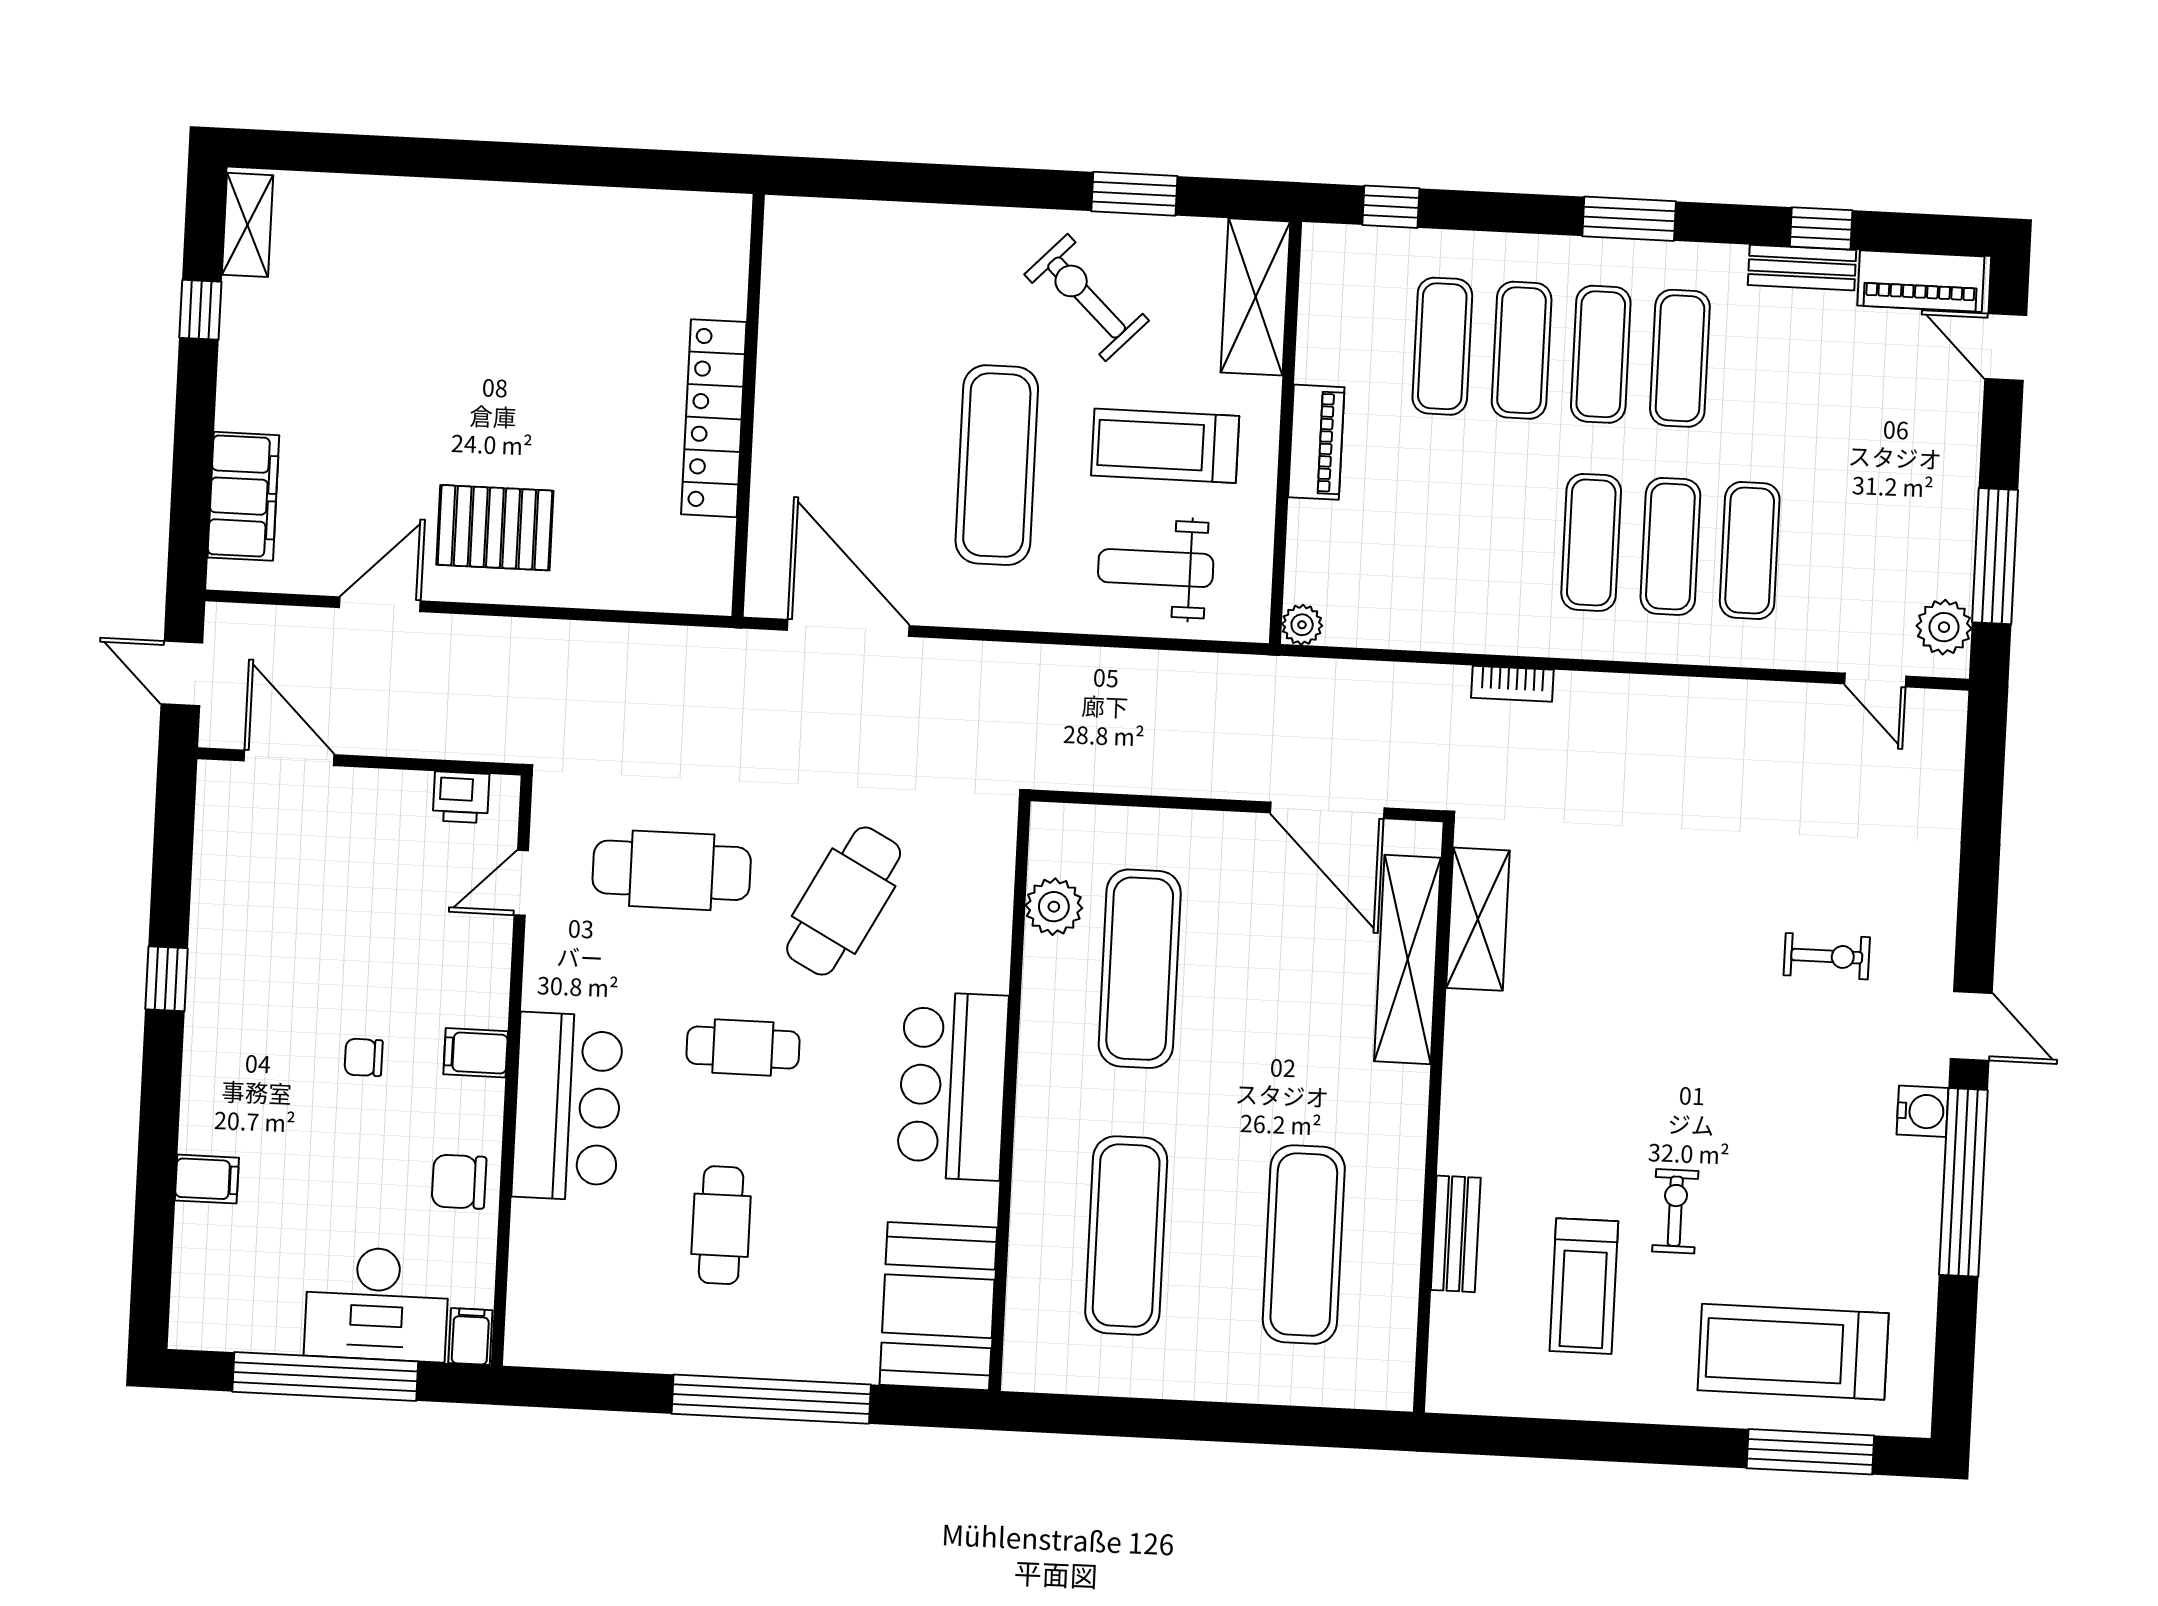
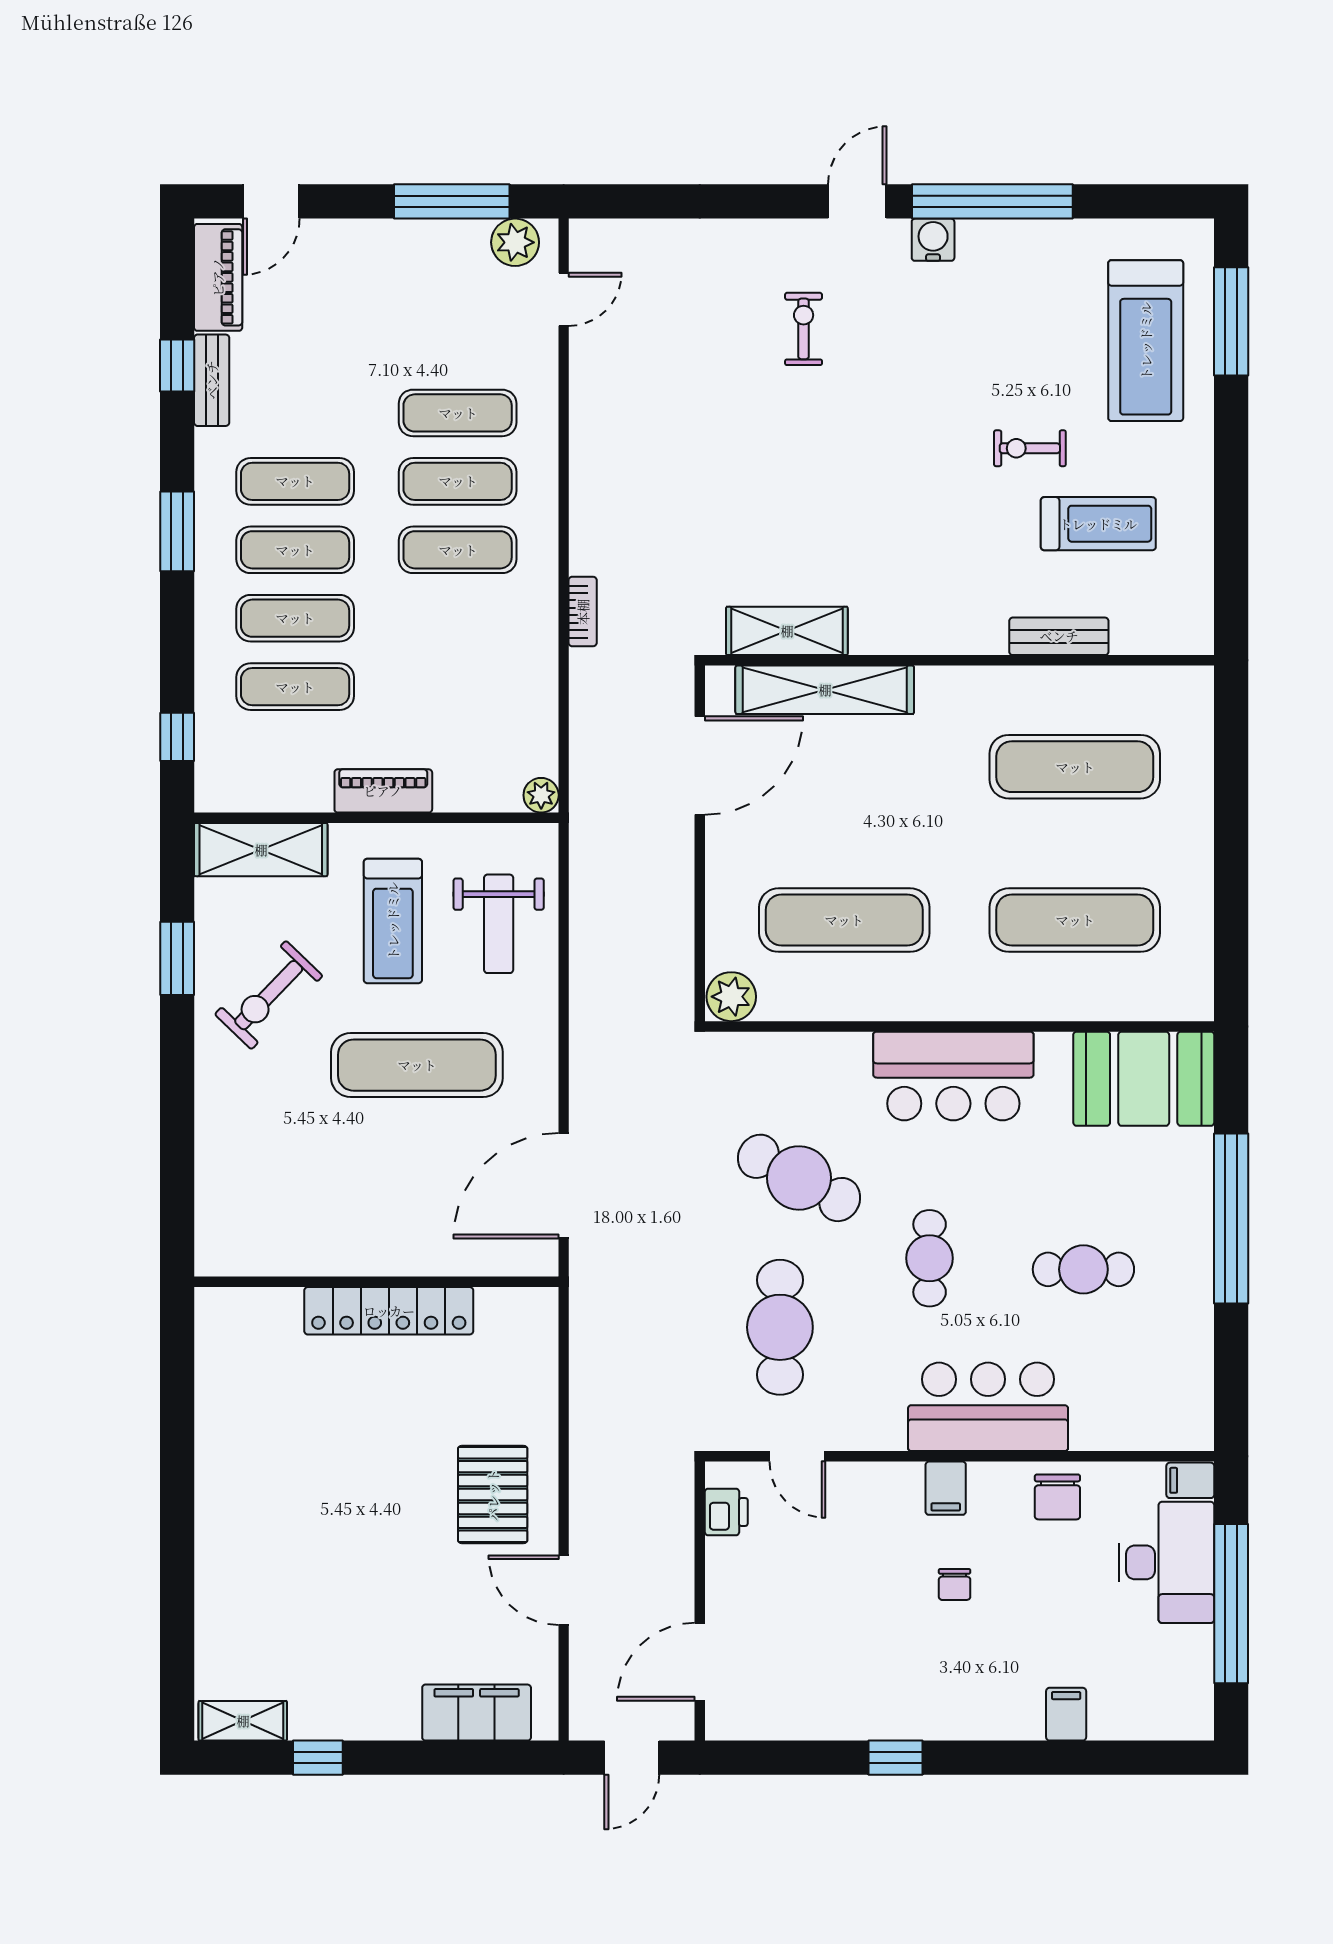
plant: (1054, 907) -> (731, 997), moved

